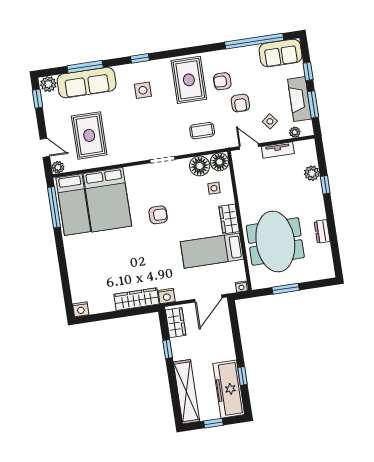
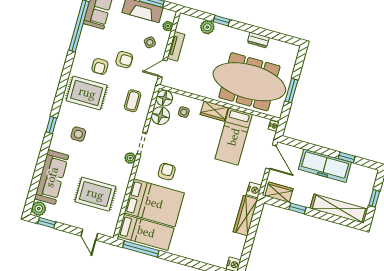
window: (85, 67) -> (38, 172), removed
door: (45, 148) -> (89, 235), swing flipped
plant: (58, 167) -> (130, 158), moved
armchair: (158, 215) -> (167, 172), moved
meeting table: (275, 241) -> (249, 82), width x1.36
freezer: (229, 389) -> (325, 166), moved

